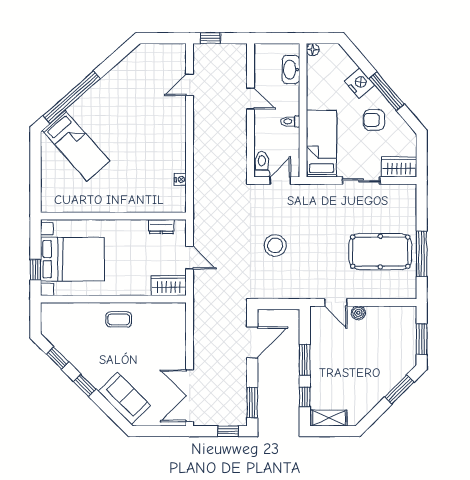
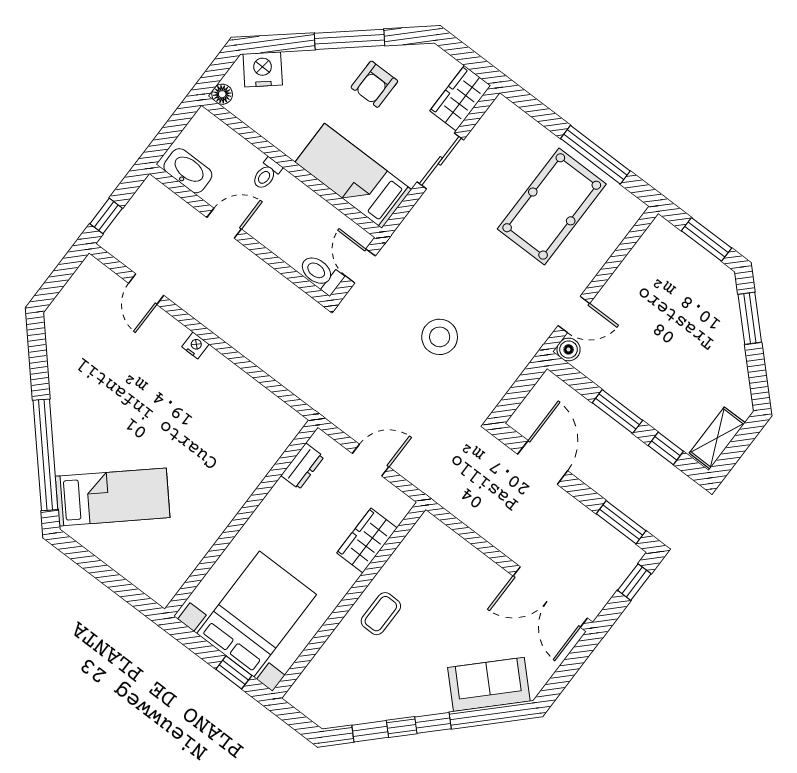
washbasin: (291, 69) -> (188, 171), moved, turned 180
nightstand: (359, 83) -> (263, 69), moved
toilet: (290, 121) -> (267, 174), moved
nightstand: (180, 179) -> (195, 345), moved
wardrobe: (169, 286) -> (367, 541), moved
boiler: (358, 313) -> (569, 349), moved

